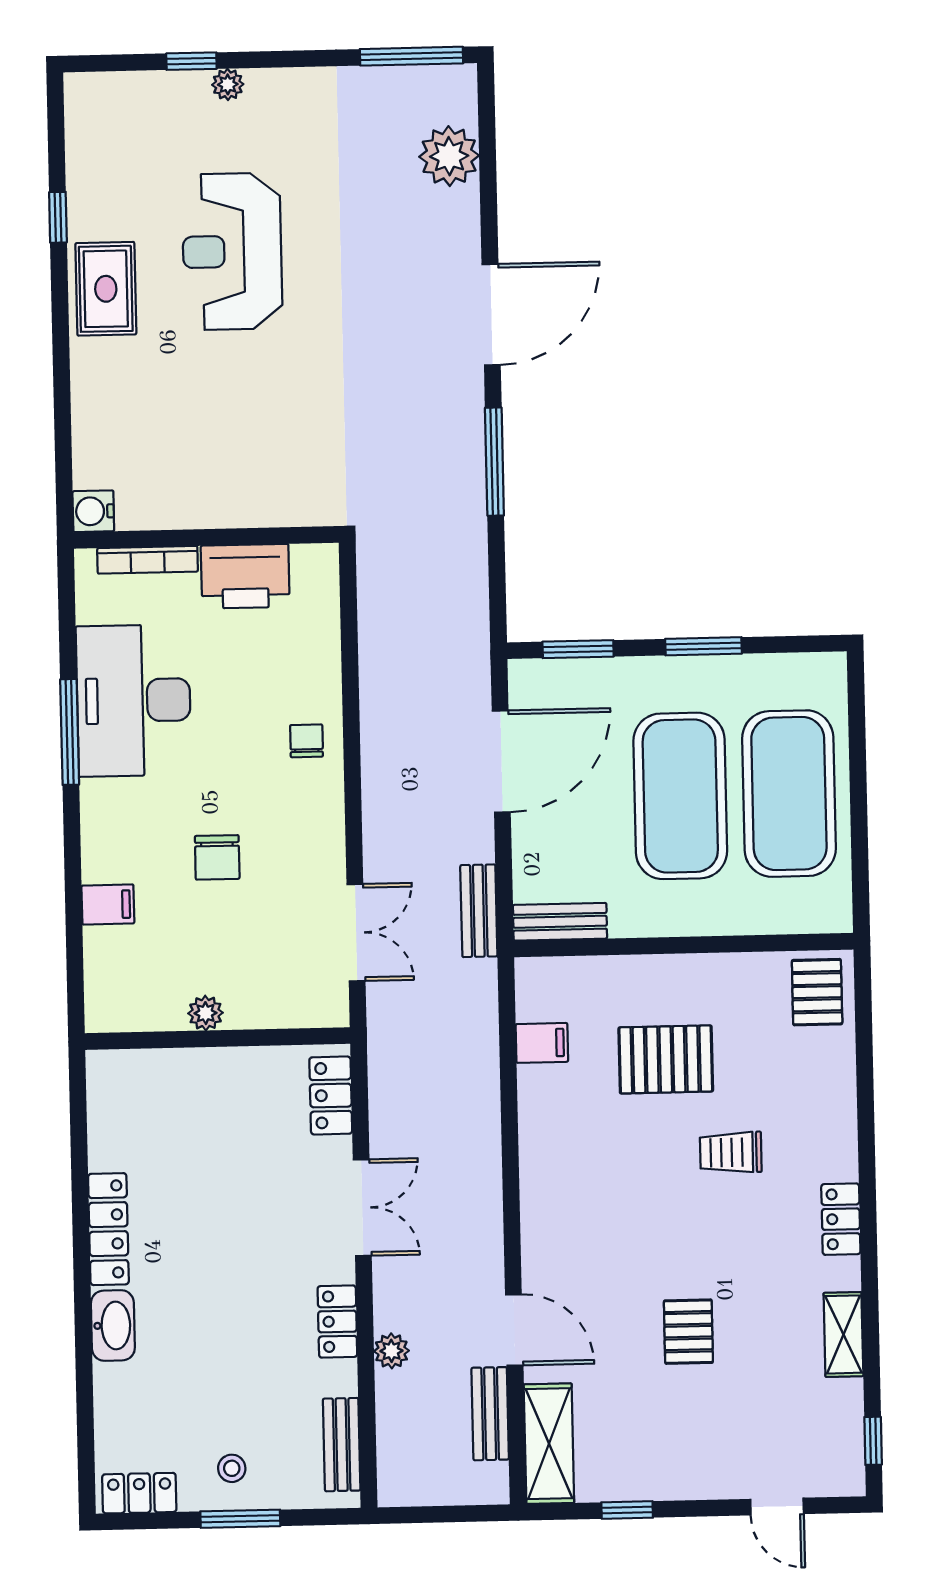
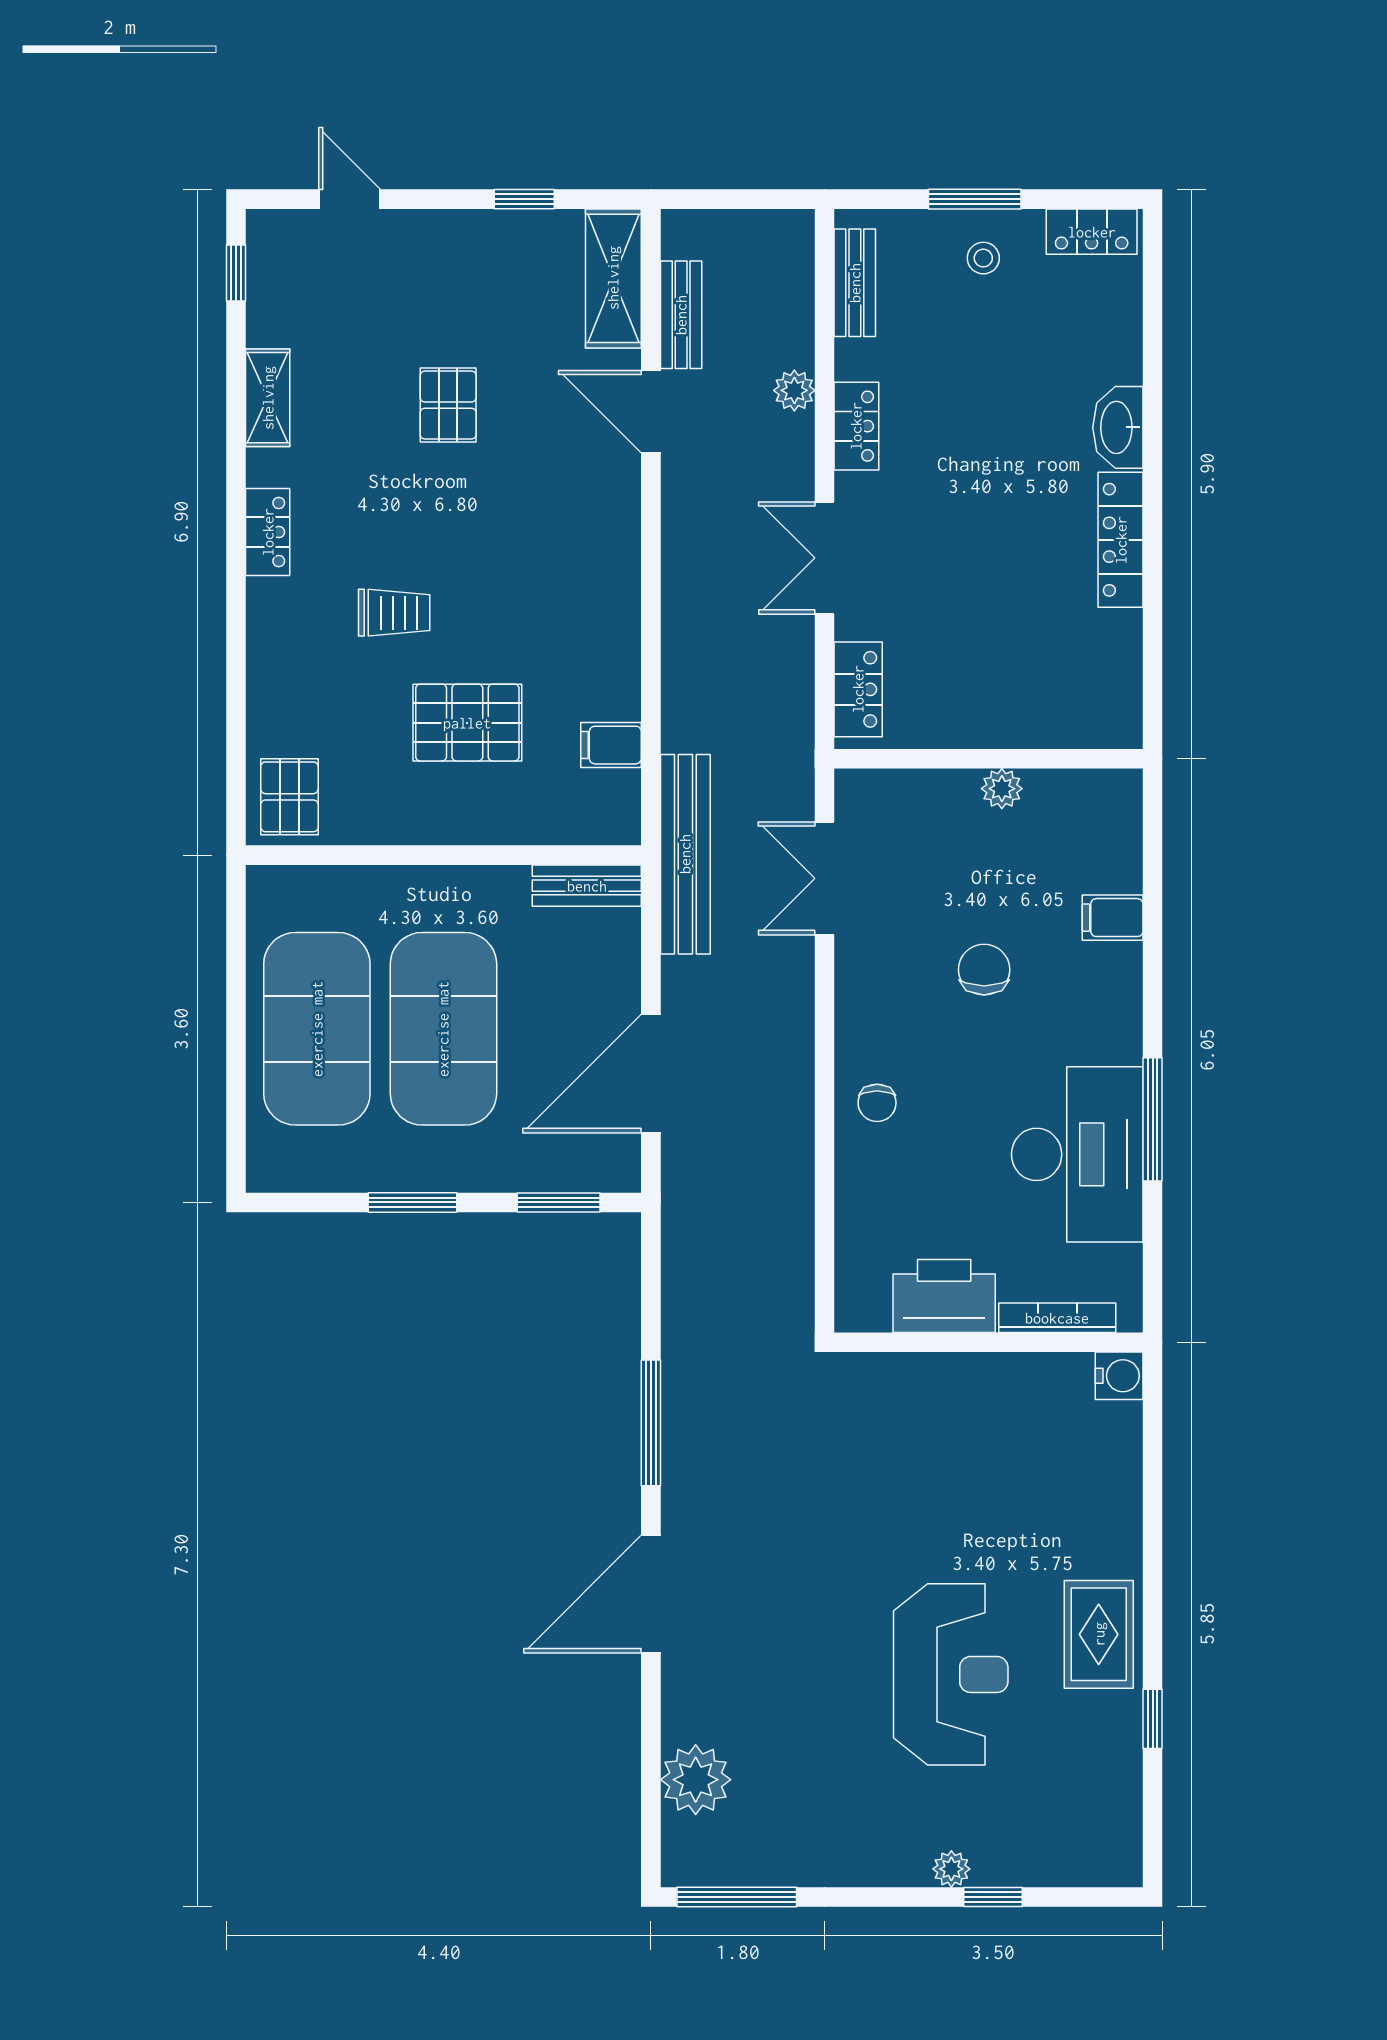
bench: (479, 911) -> (685, 854), width x1.86, depth x1.21

